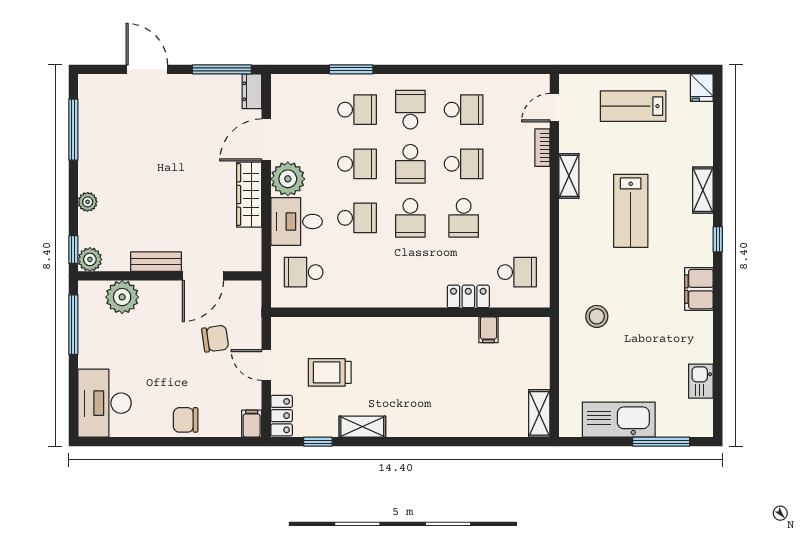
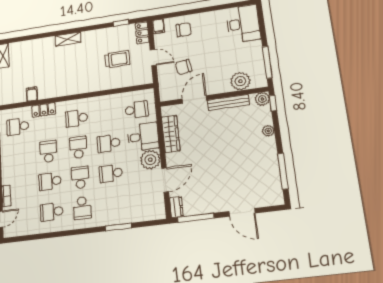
school desk: (357, 110) -> (76, 118), moved
wardrobe: (249, 195) -> (171, 134), moved
bench: (156, 262) -> (228, 103), width x1.36
chair: (186, 420) -> (184, 30), moved
shelving: (362, 427) -> (68, 39), moved

